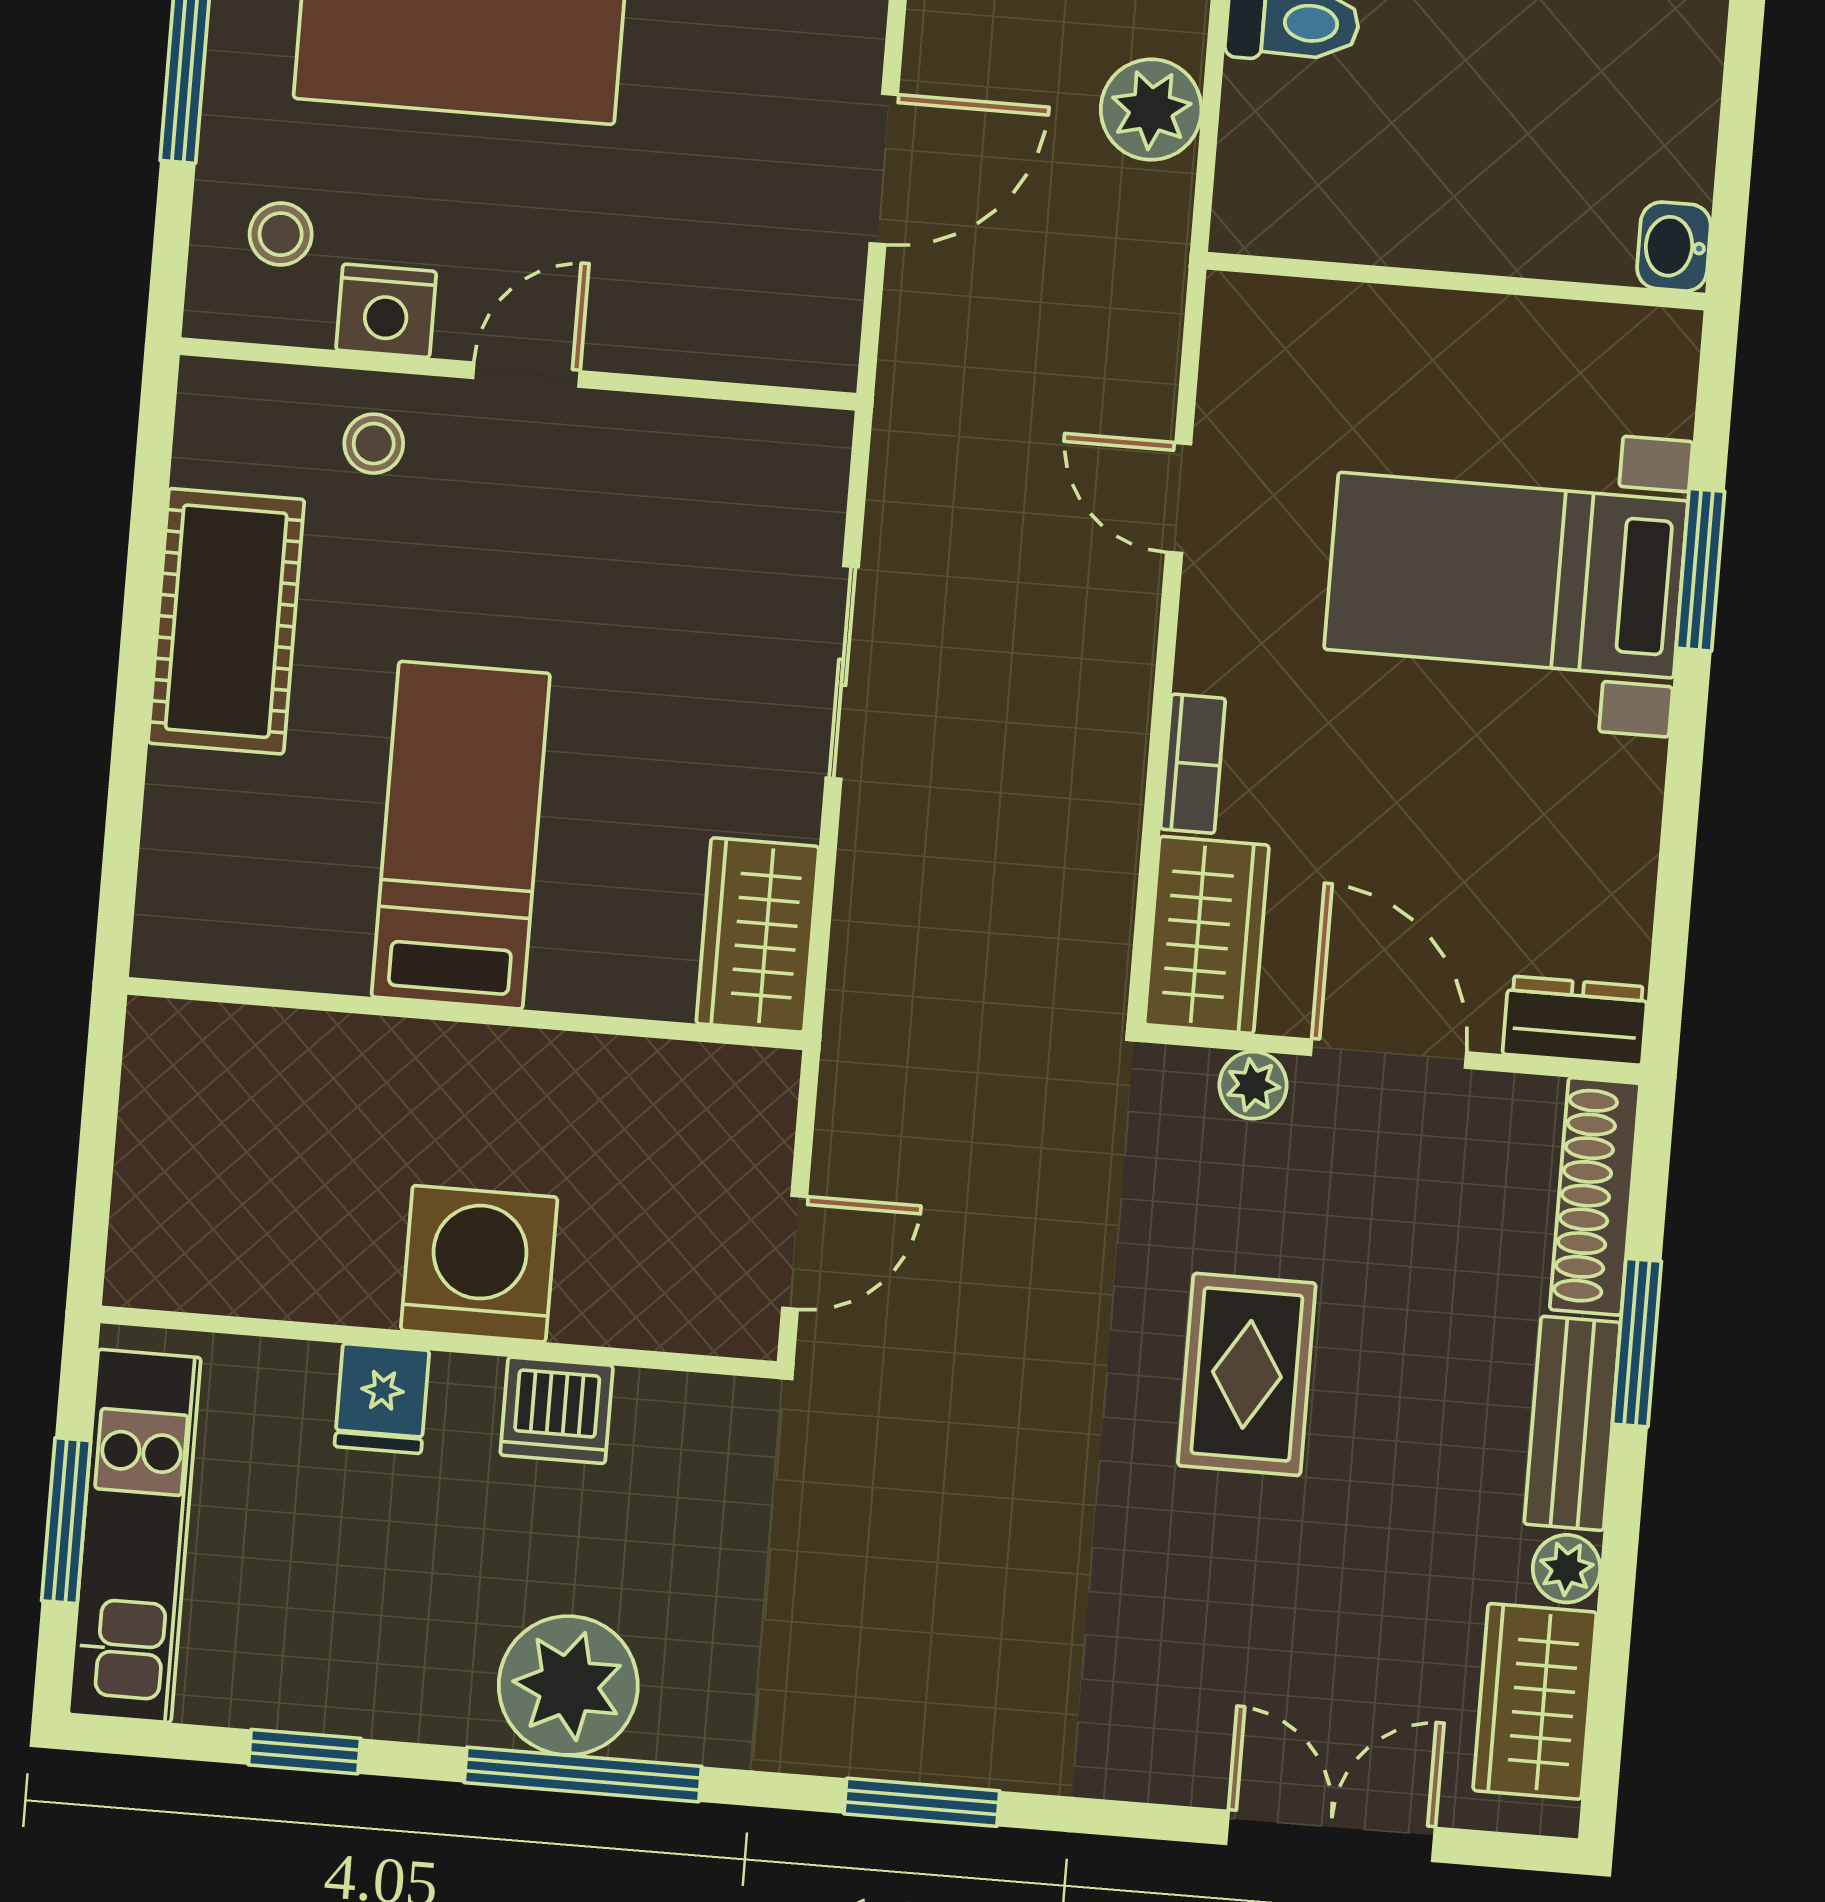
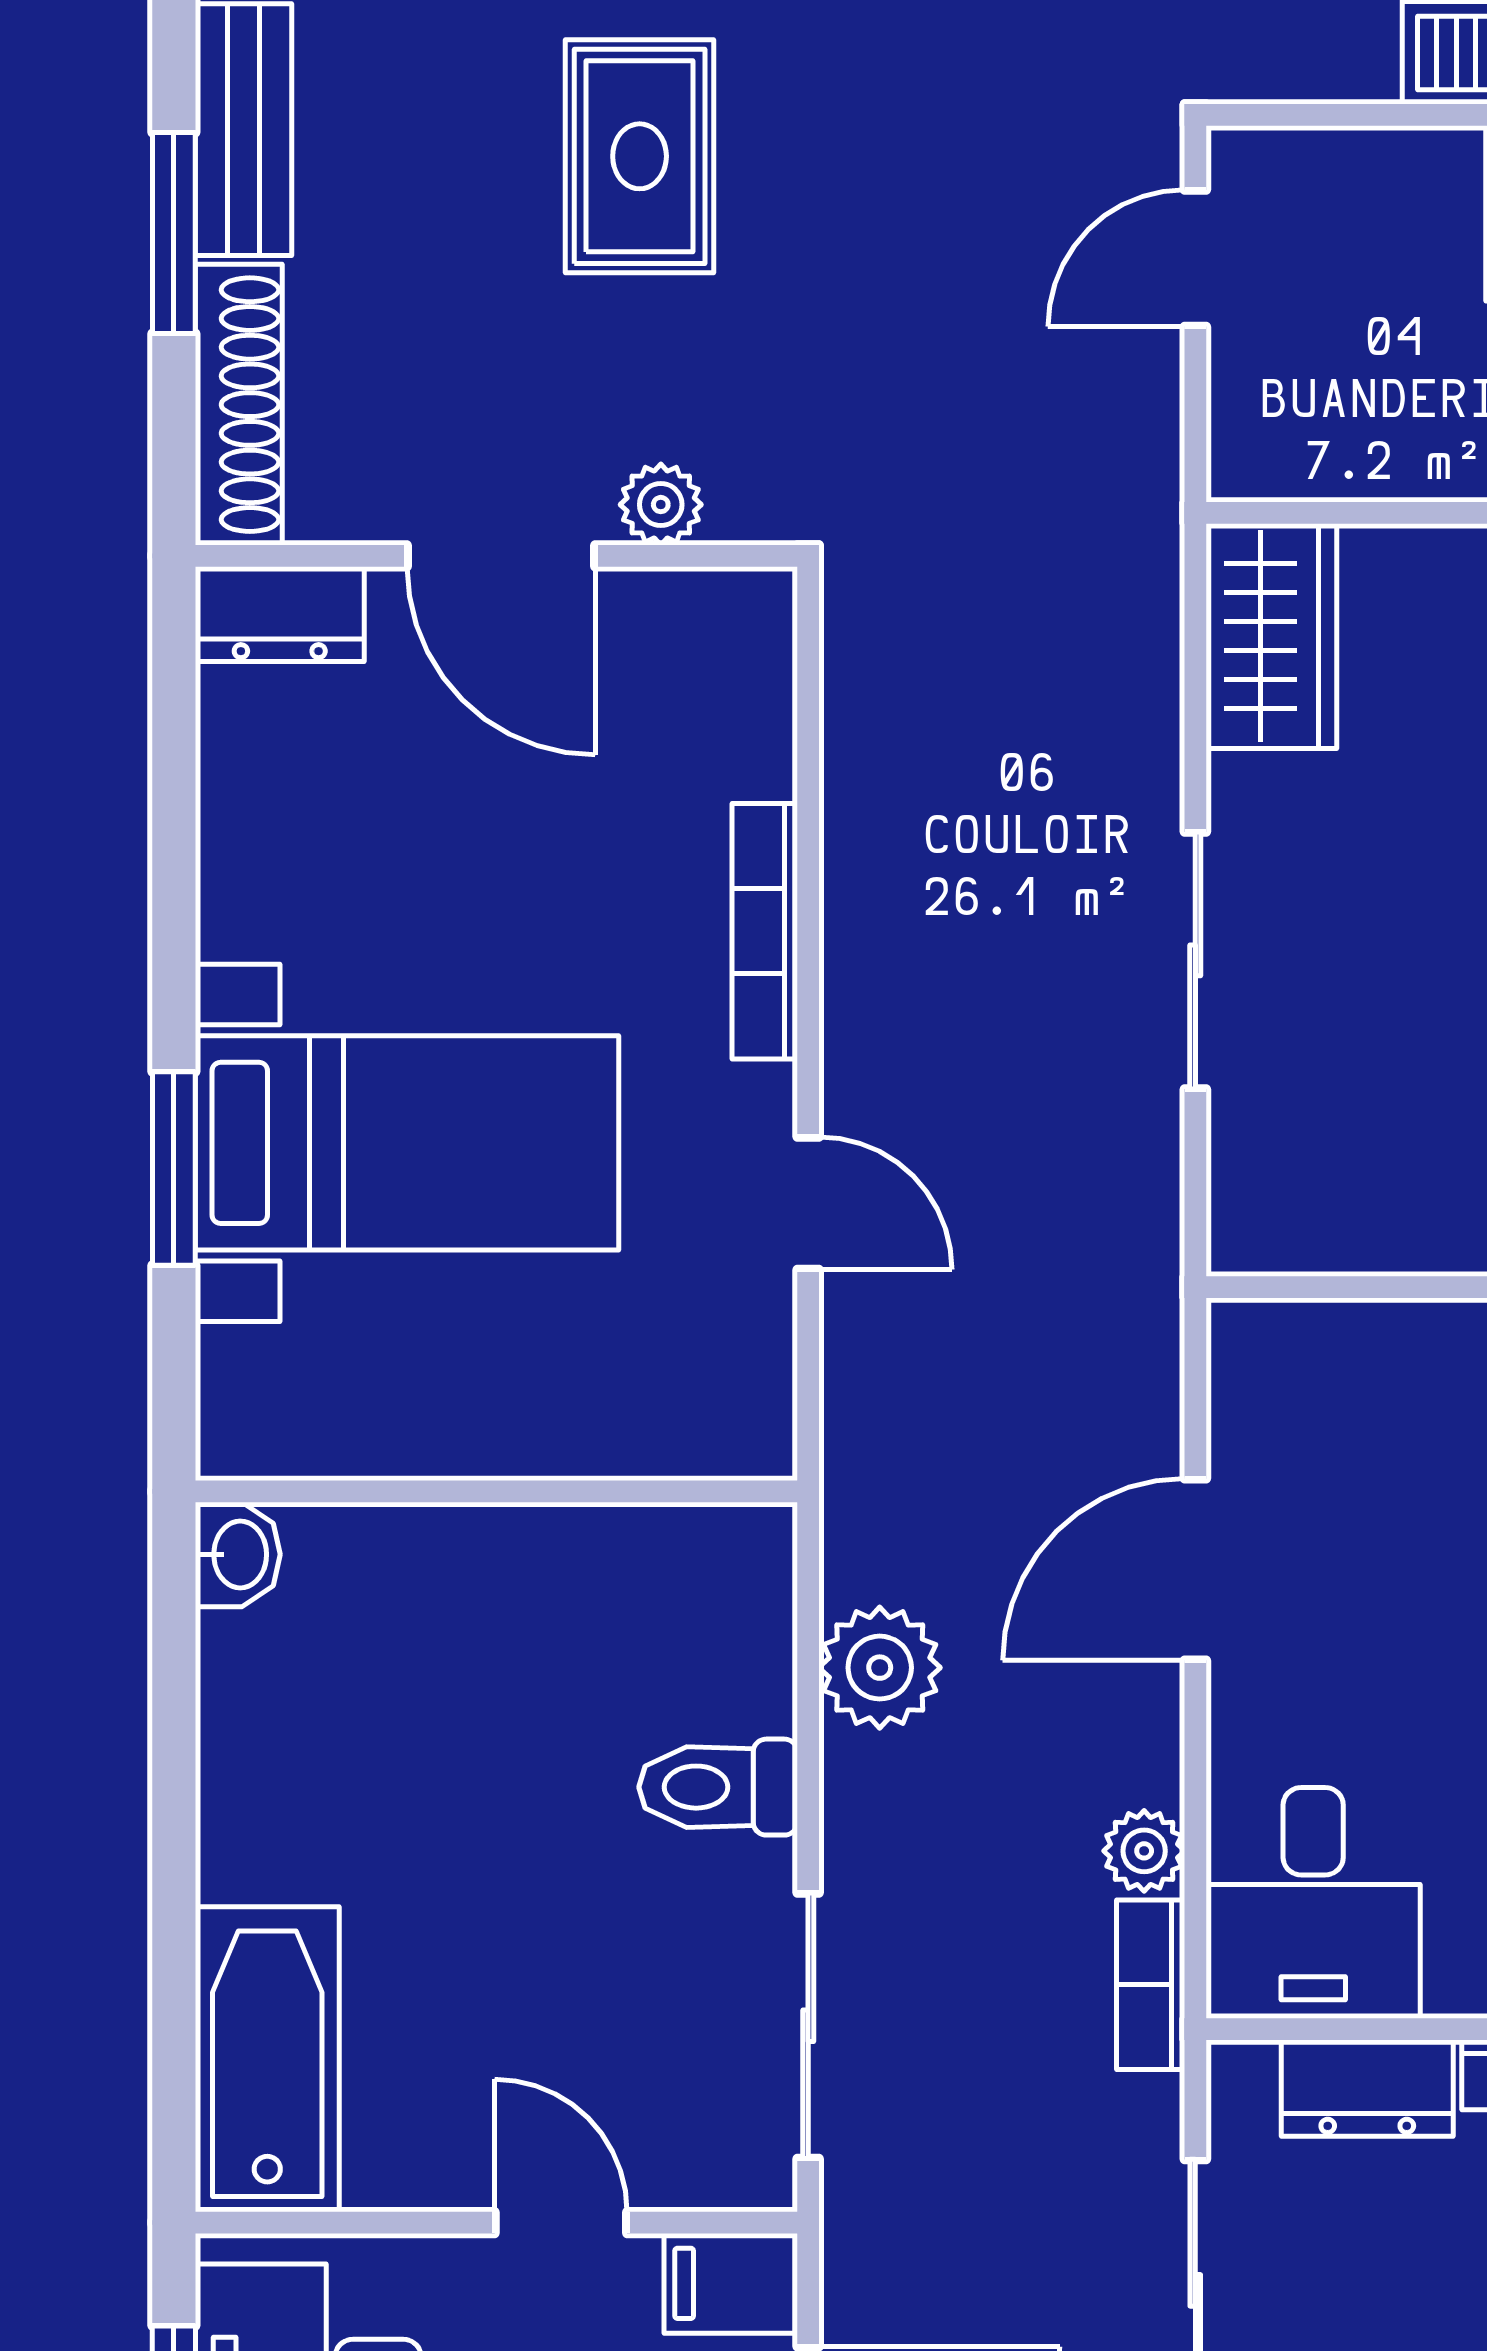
bookcase: (1193, 764) -> (765, 931), width x1.56
wardrobe: (1207, 935) -> (731, 681), removed

